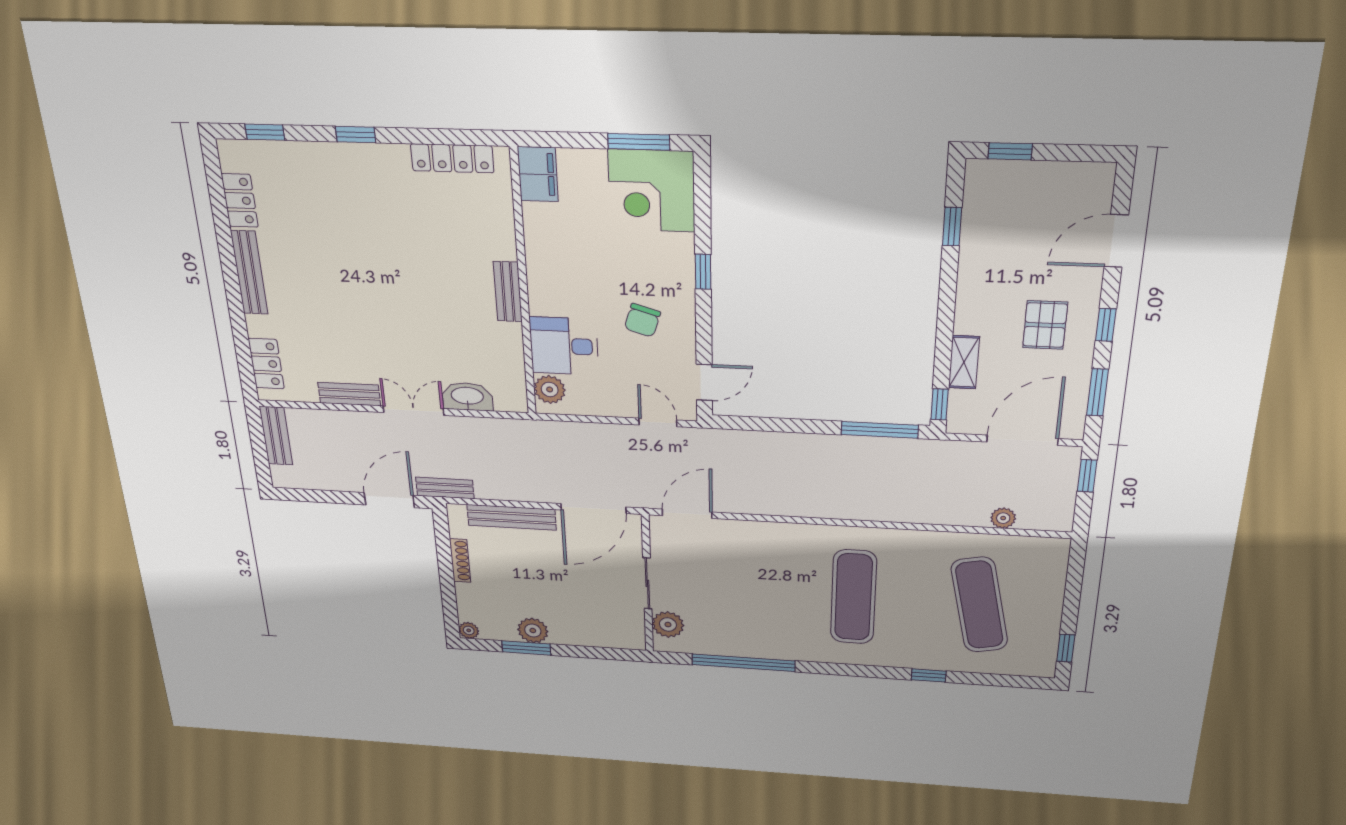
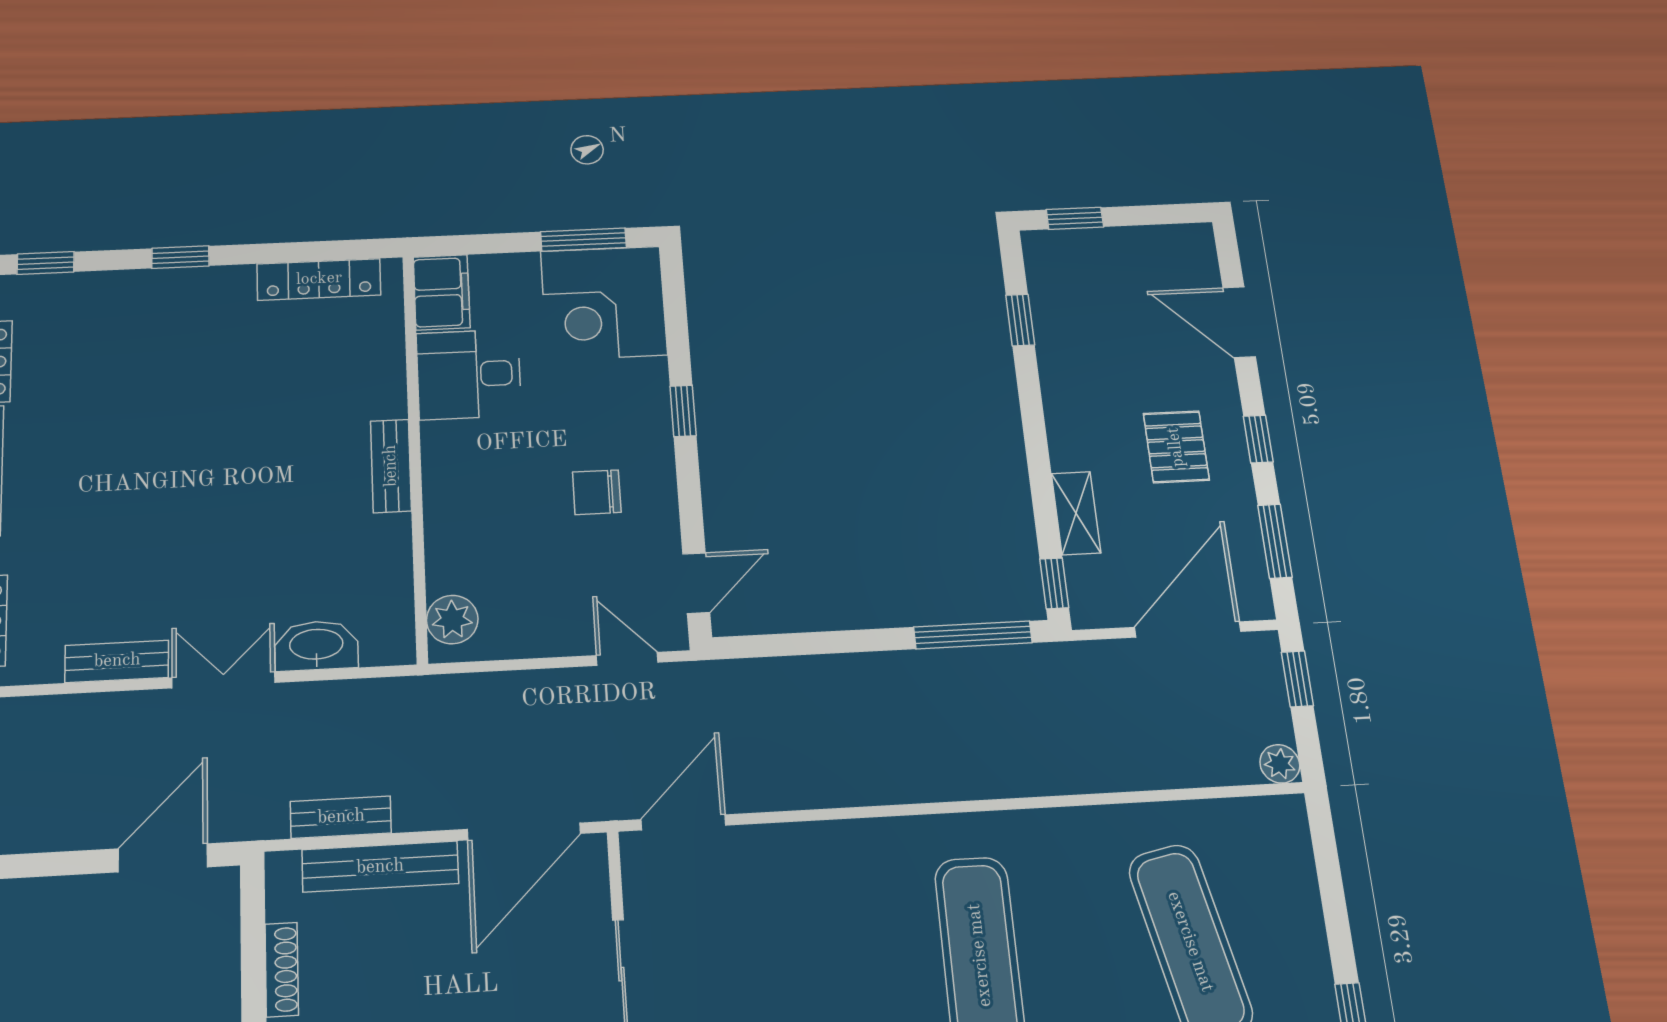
door: (1116, 241) -> (1239, 322), hinge flipped
chair: (642, 320) -> (597, 492), turned 73
desk: (564, 346) -> (469, 374), moved
bench: (445, 488) -> (341, 817), moved
plant: (1003, 518) -> (1280, 764), moved

